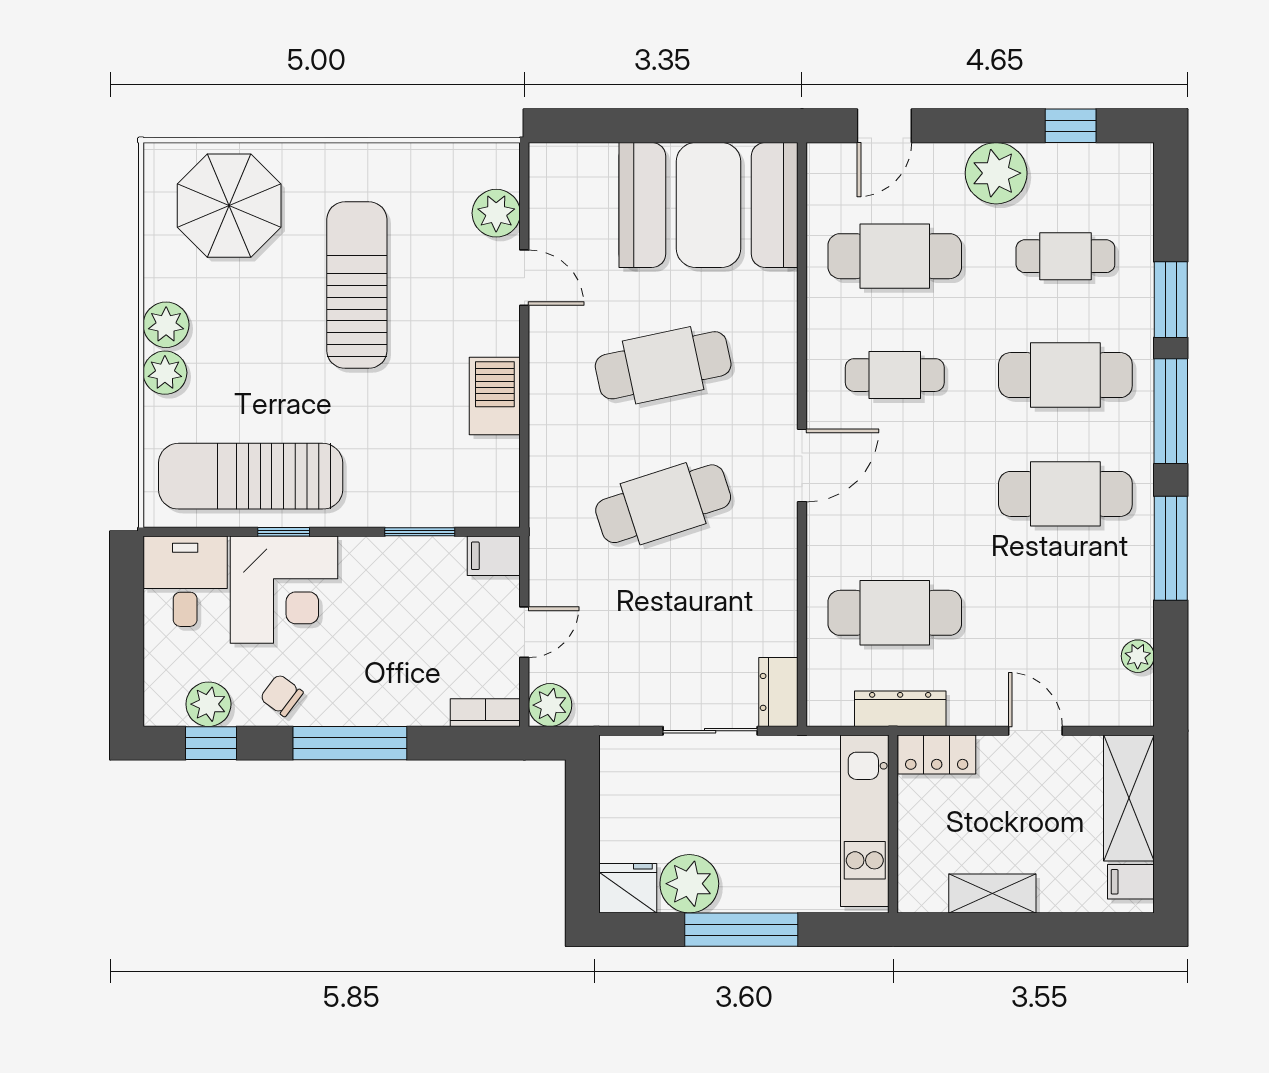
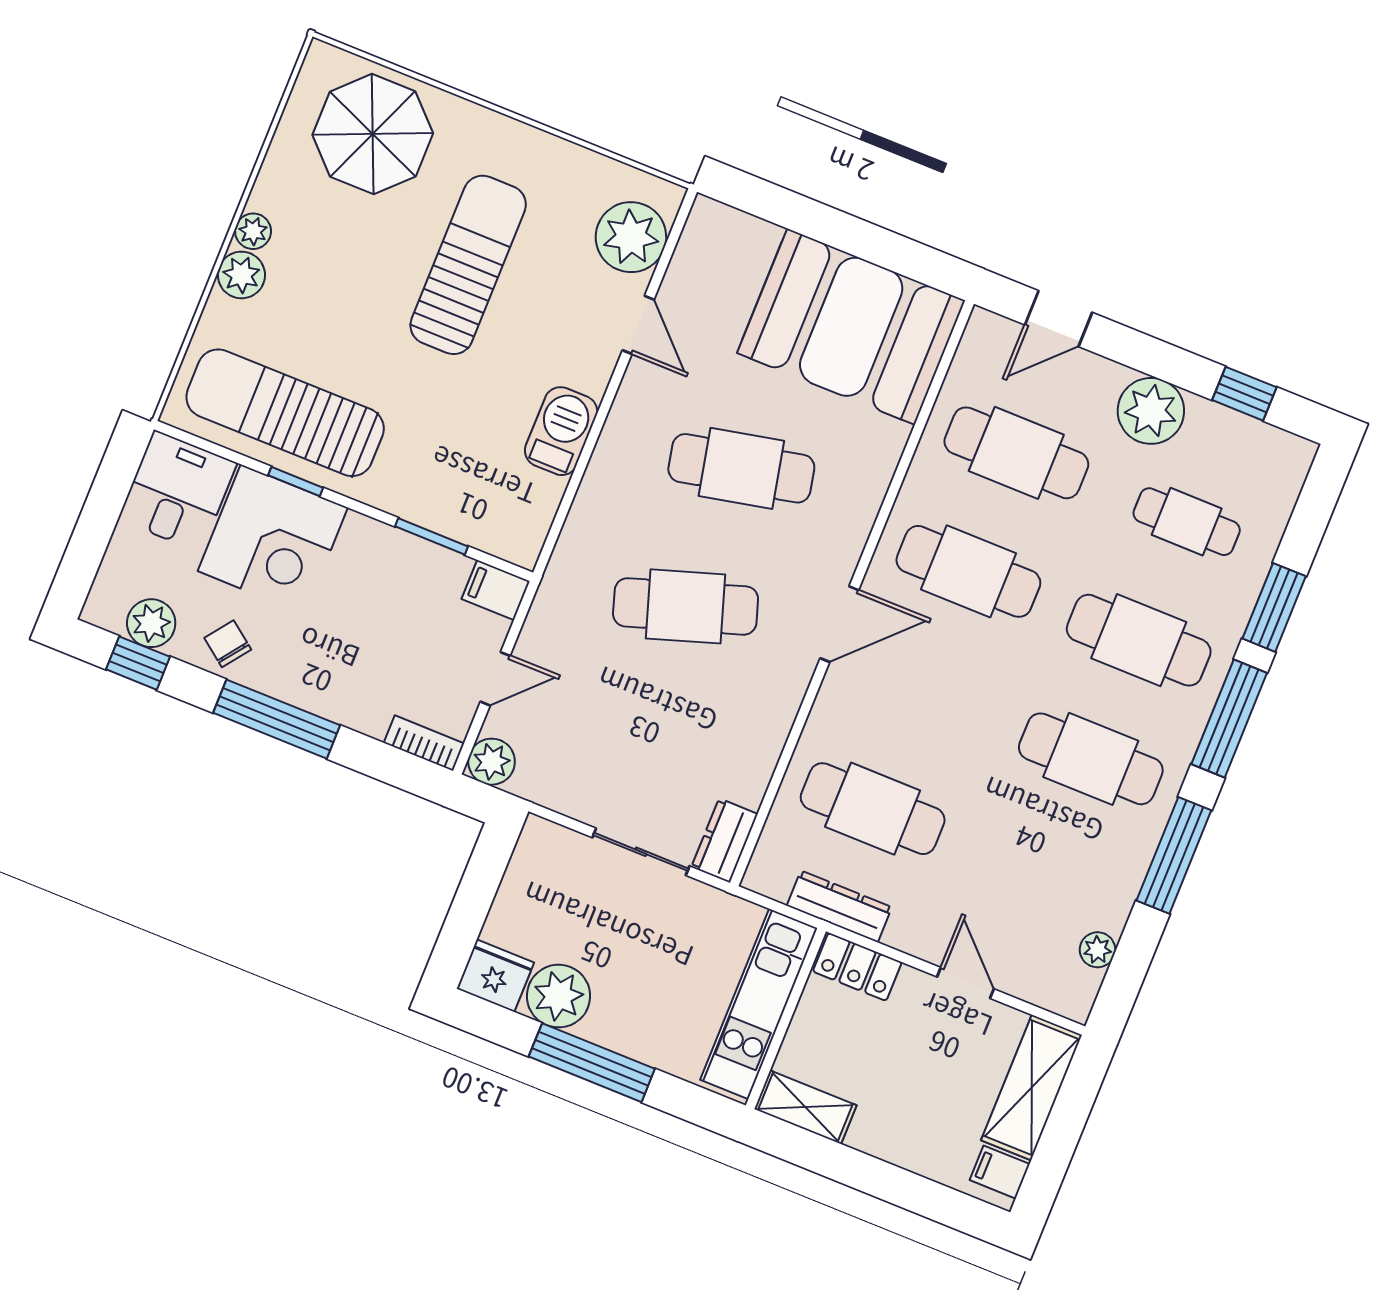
plant: (496, 213) -> (631, 237), width x1.36, depth x1.36
plant: (166, 325) -> (253, 231), width x0.73, depth x0.73
cafe table: (895, 375) -> (968, 571), width x1.37, depth x1.35
shelving: (992, 893) -> (805, 1107), moved

